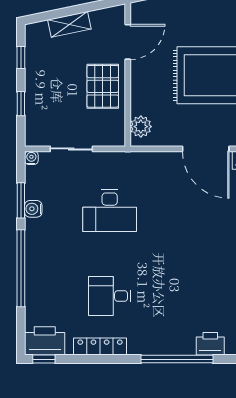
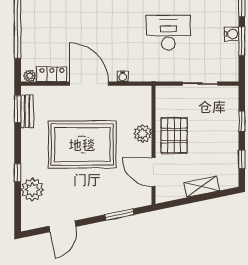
door: (128, 42) -> (153, 172), hinge flipped
plant: (141, 127) -> (143, 134), moved
water cooler: (31, 158) -> (123, 76), moved

